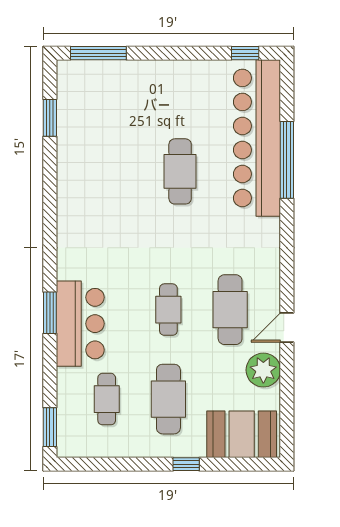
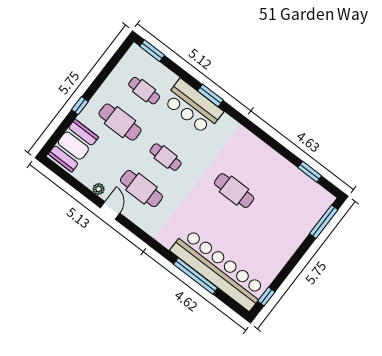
cafe table: (180, 171) -> (234, 191), moved
plant: (263, 370) -> (99, 189), width x0.53, depth x0.53

